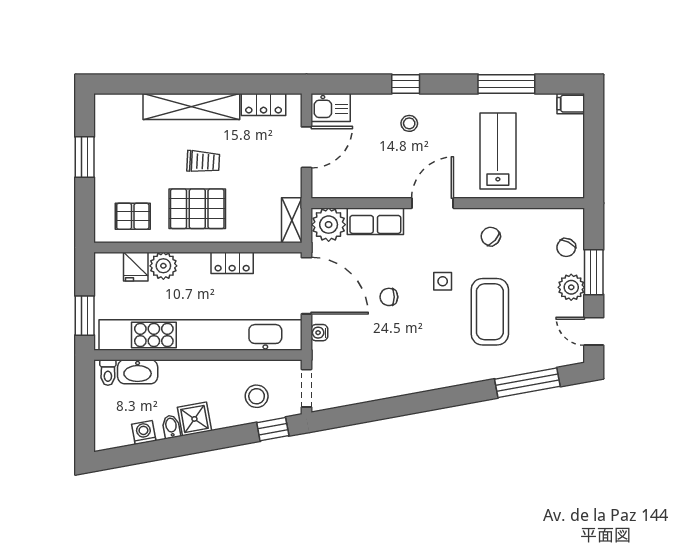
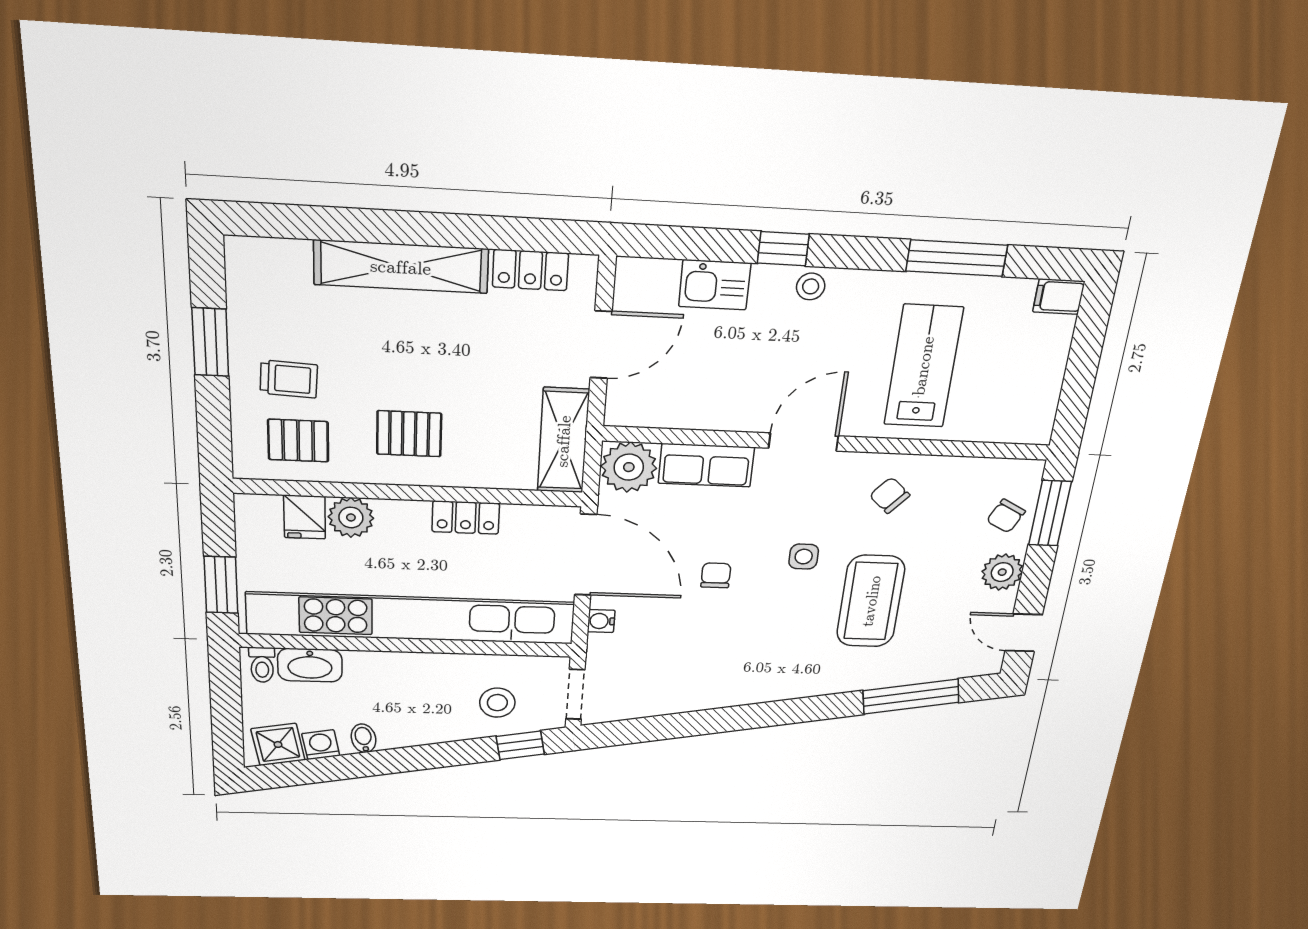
kitchen sink: (331, 107) -> (715, 285), moved
stool: (409, 123) -> (811, 286), moved
trolley: (203, 162) -> (289, 379), moved
pallet: (197, 209) -> (409, 434), width x0.67, depth x0.71
shelving: (292, 220) -> (563, 441), width x1.50, depth x1.33
window: (594, 272) -> (1050, 513), moved
chair: (389, 297) -> (716, 575), turned 90
shower: (194, 419) -> (278, 744), moved

